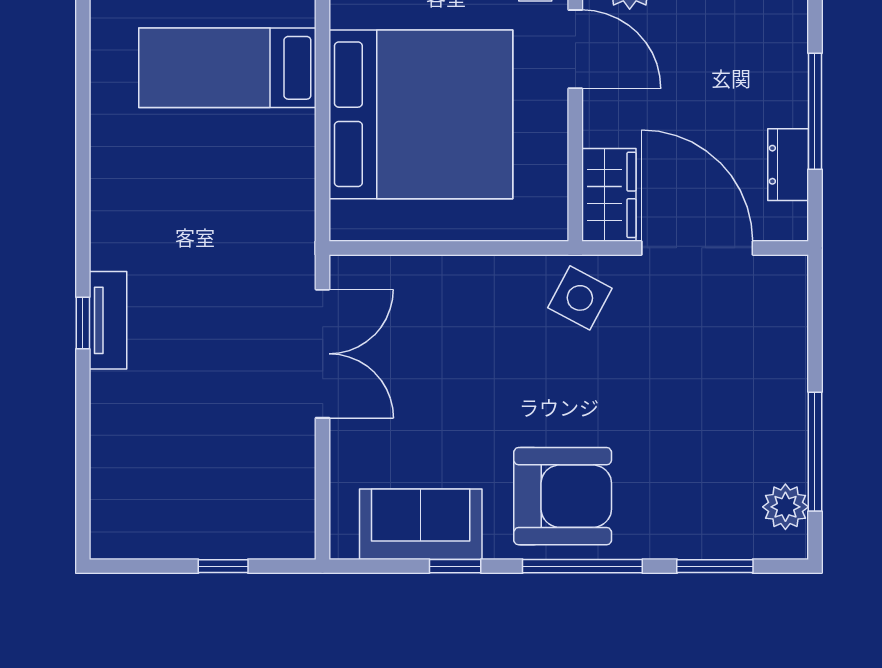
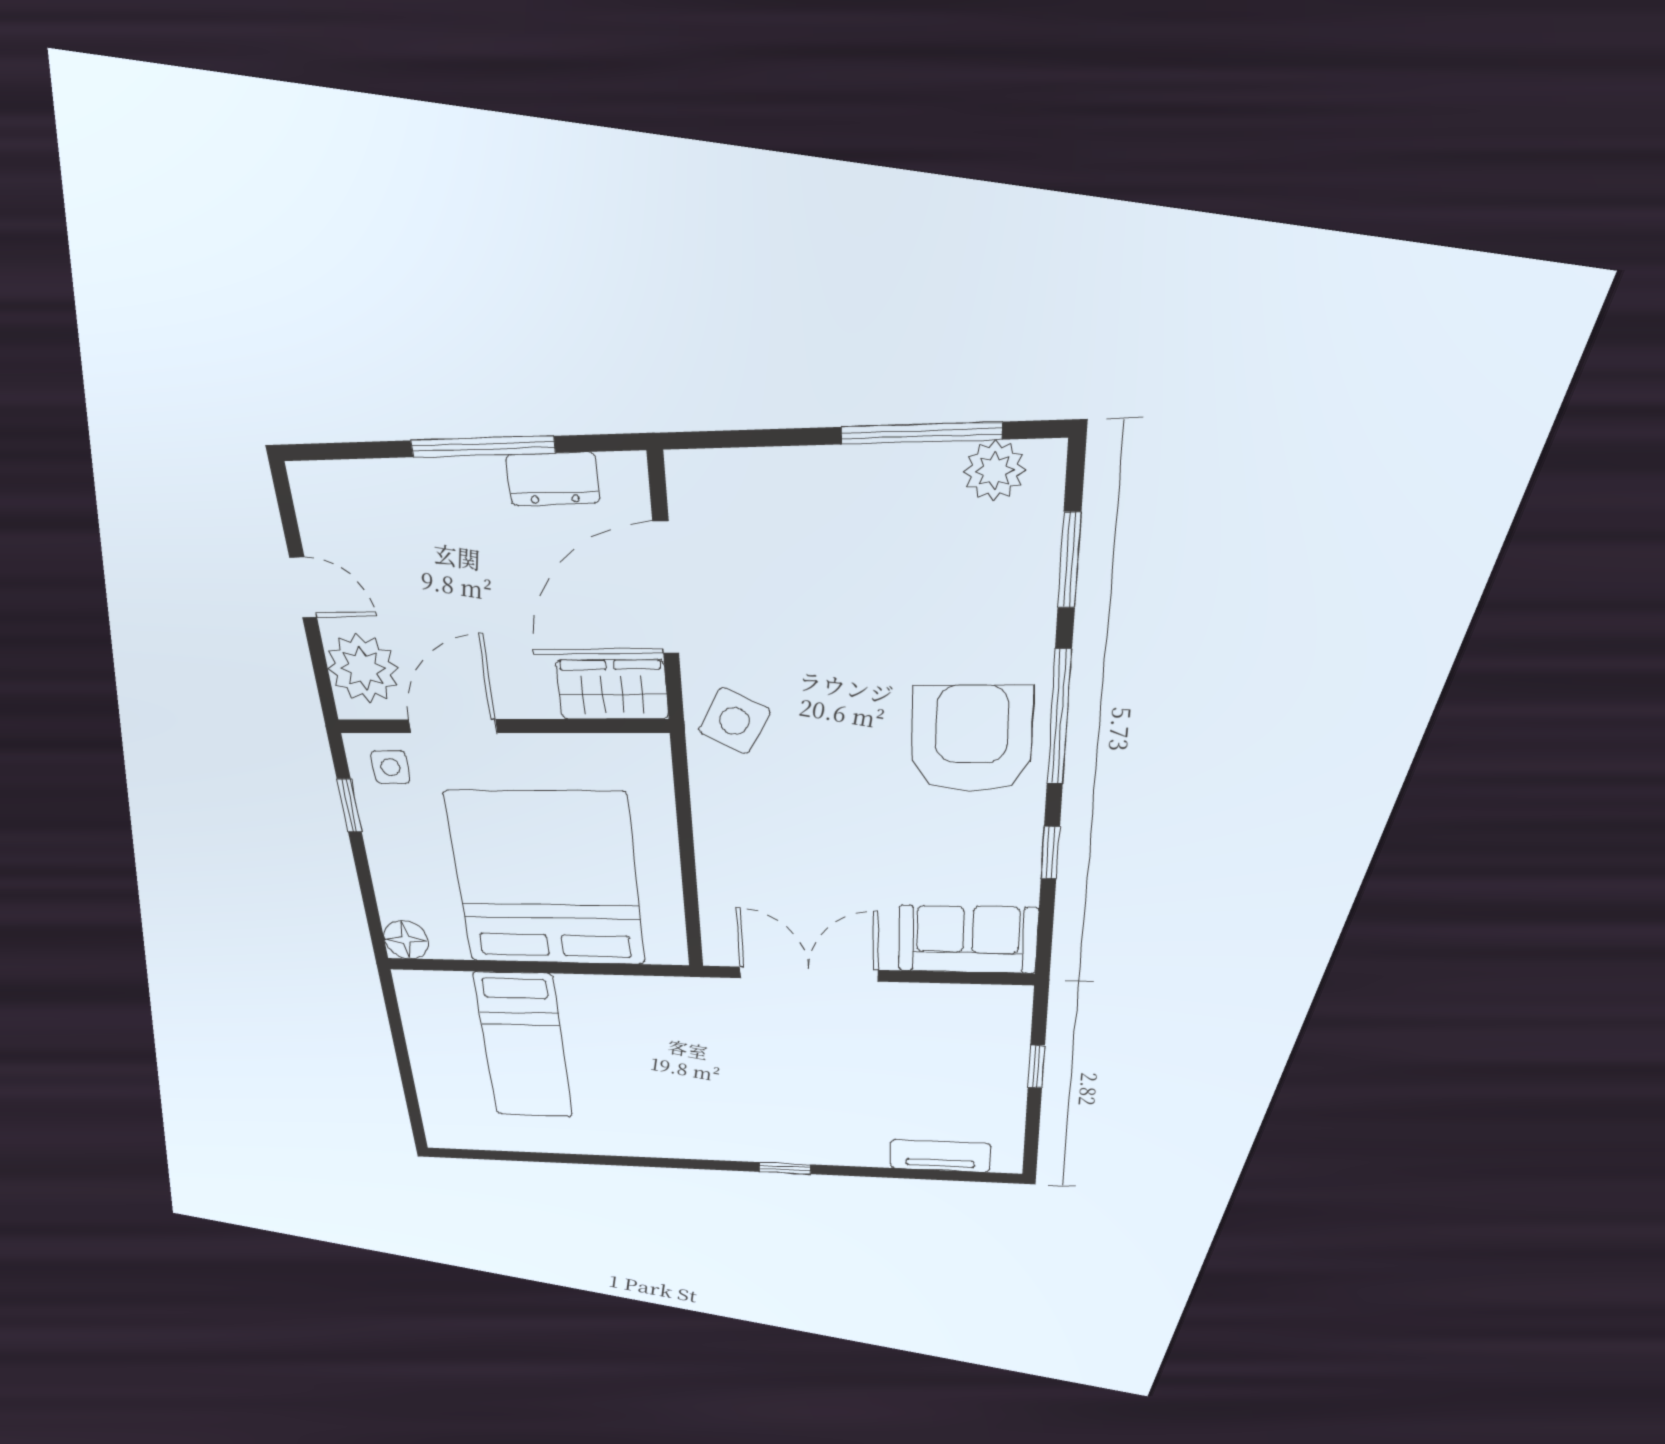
tv unit: (108, 320) -> (940, 1156), moved
sofa: (421, 524) -> (968, 939), moved, turned 90

